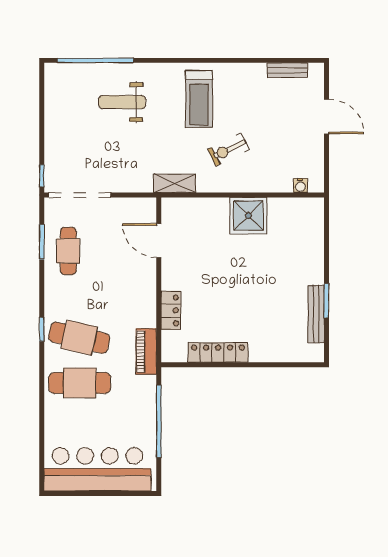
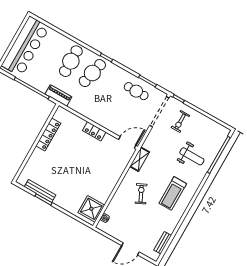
treadmill: (199, 99) -> (173, 193), turned -90
weight bench: (122, 102) -> (192, 156), turned 90
exercise bike: (77, 152) -> (180, 121), added
shower: (248, 216) -> (91, 209), moved
door: (159, 241) -> (127, 142), moved
locker: (171, 310) -> (94, 131), moved
piano: (146, 351) -> (58, 95), moved

